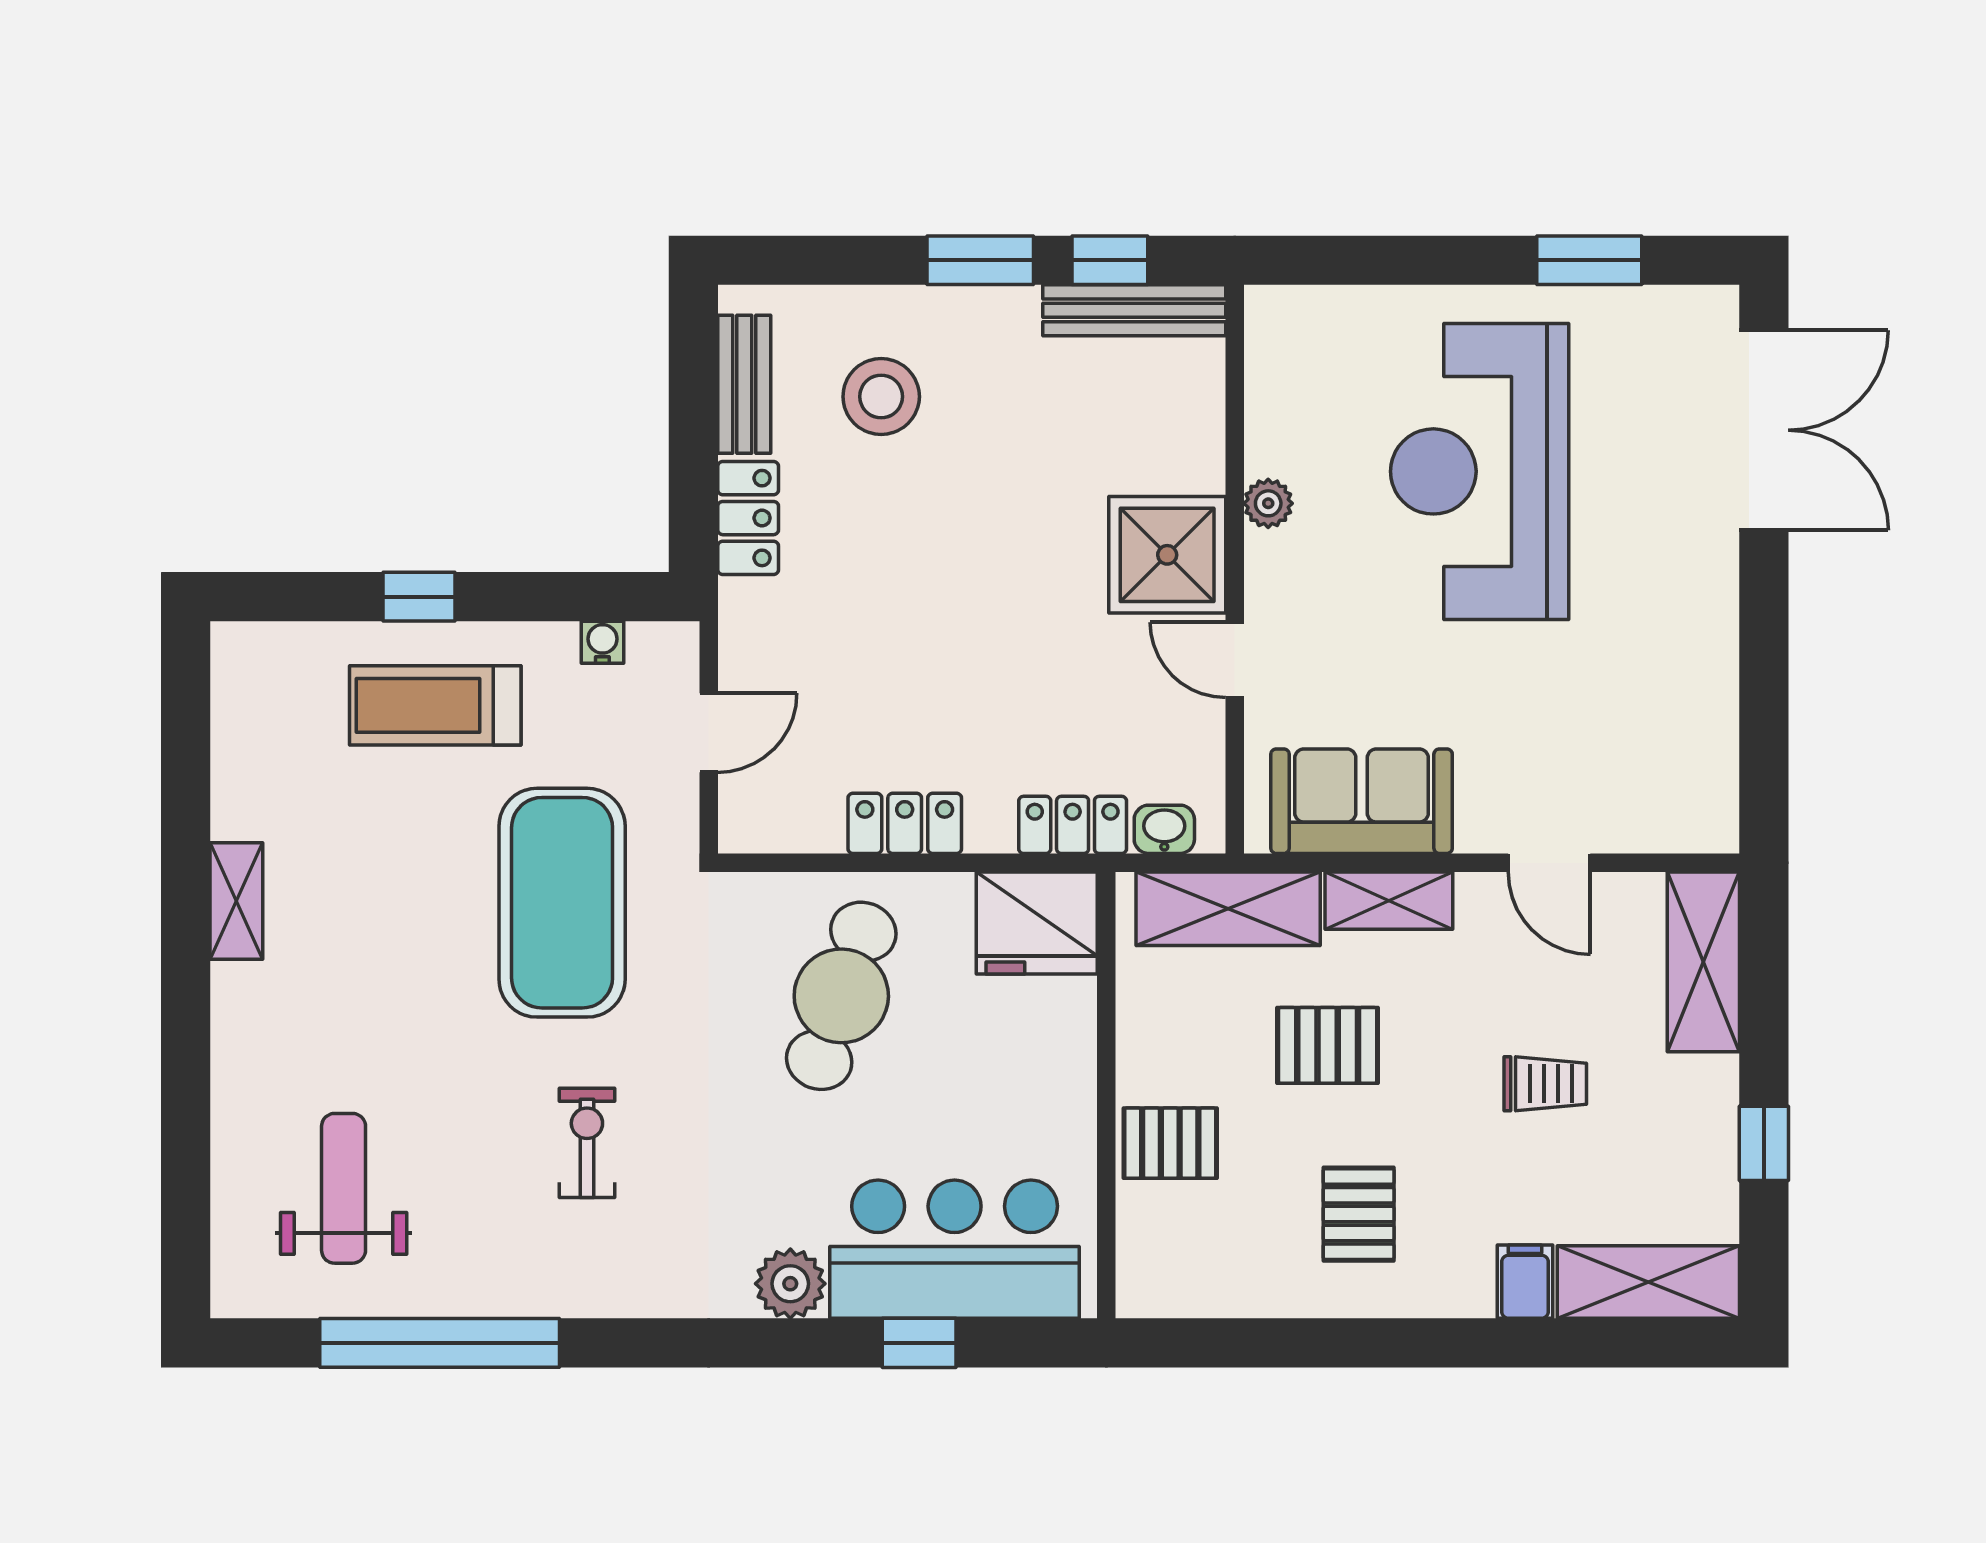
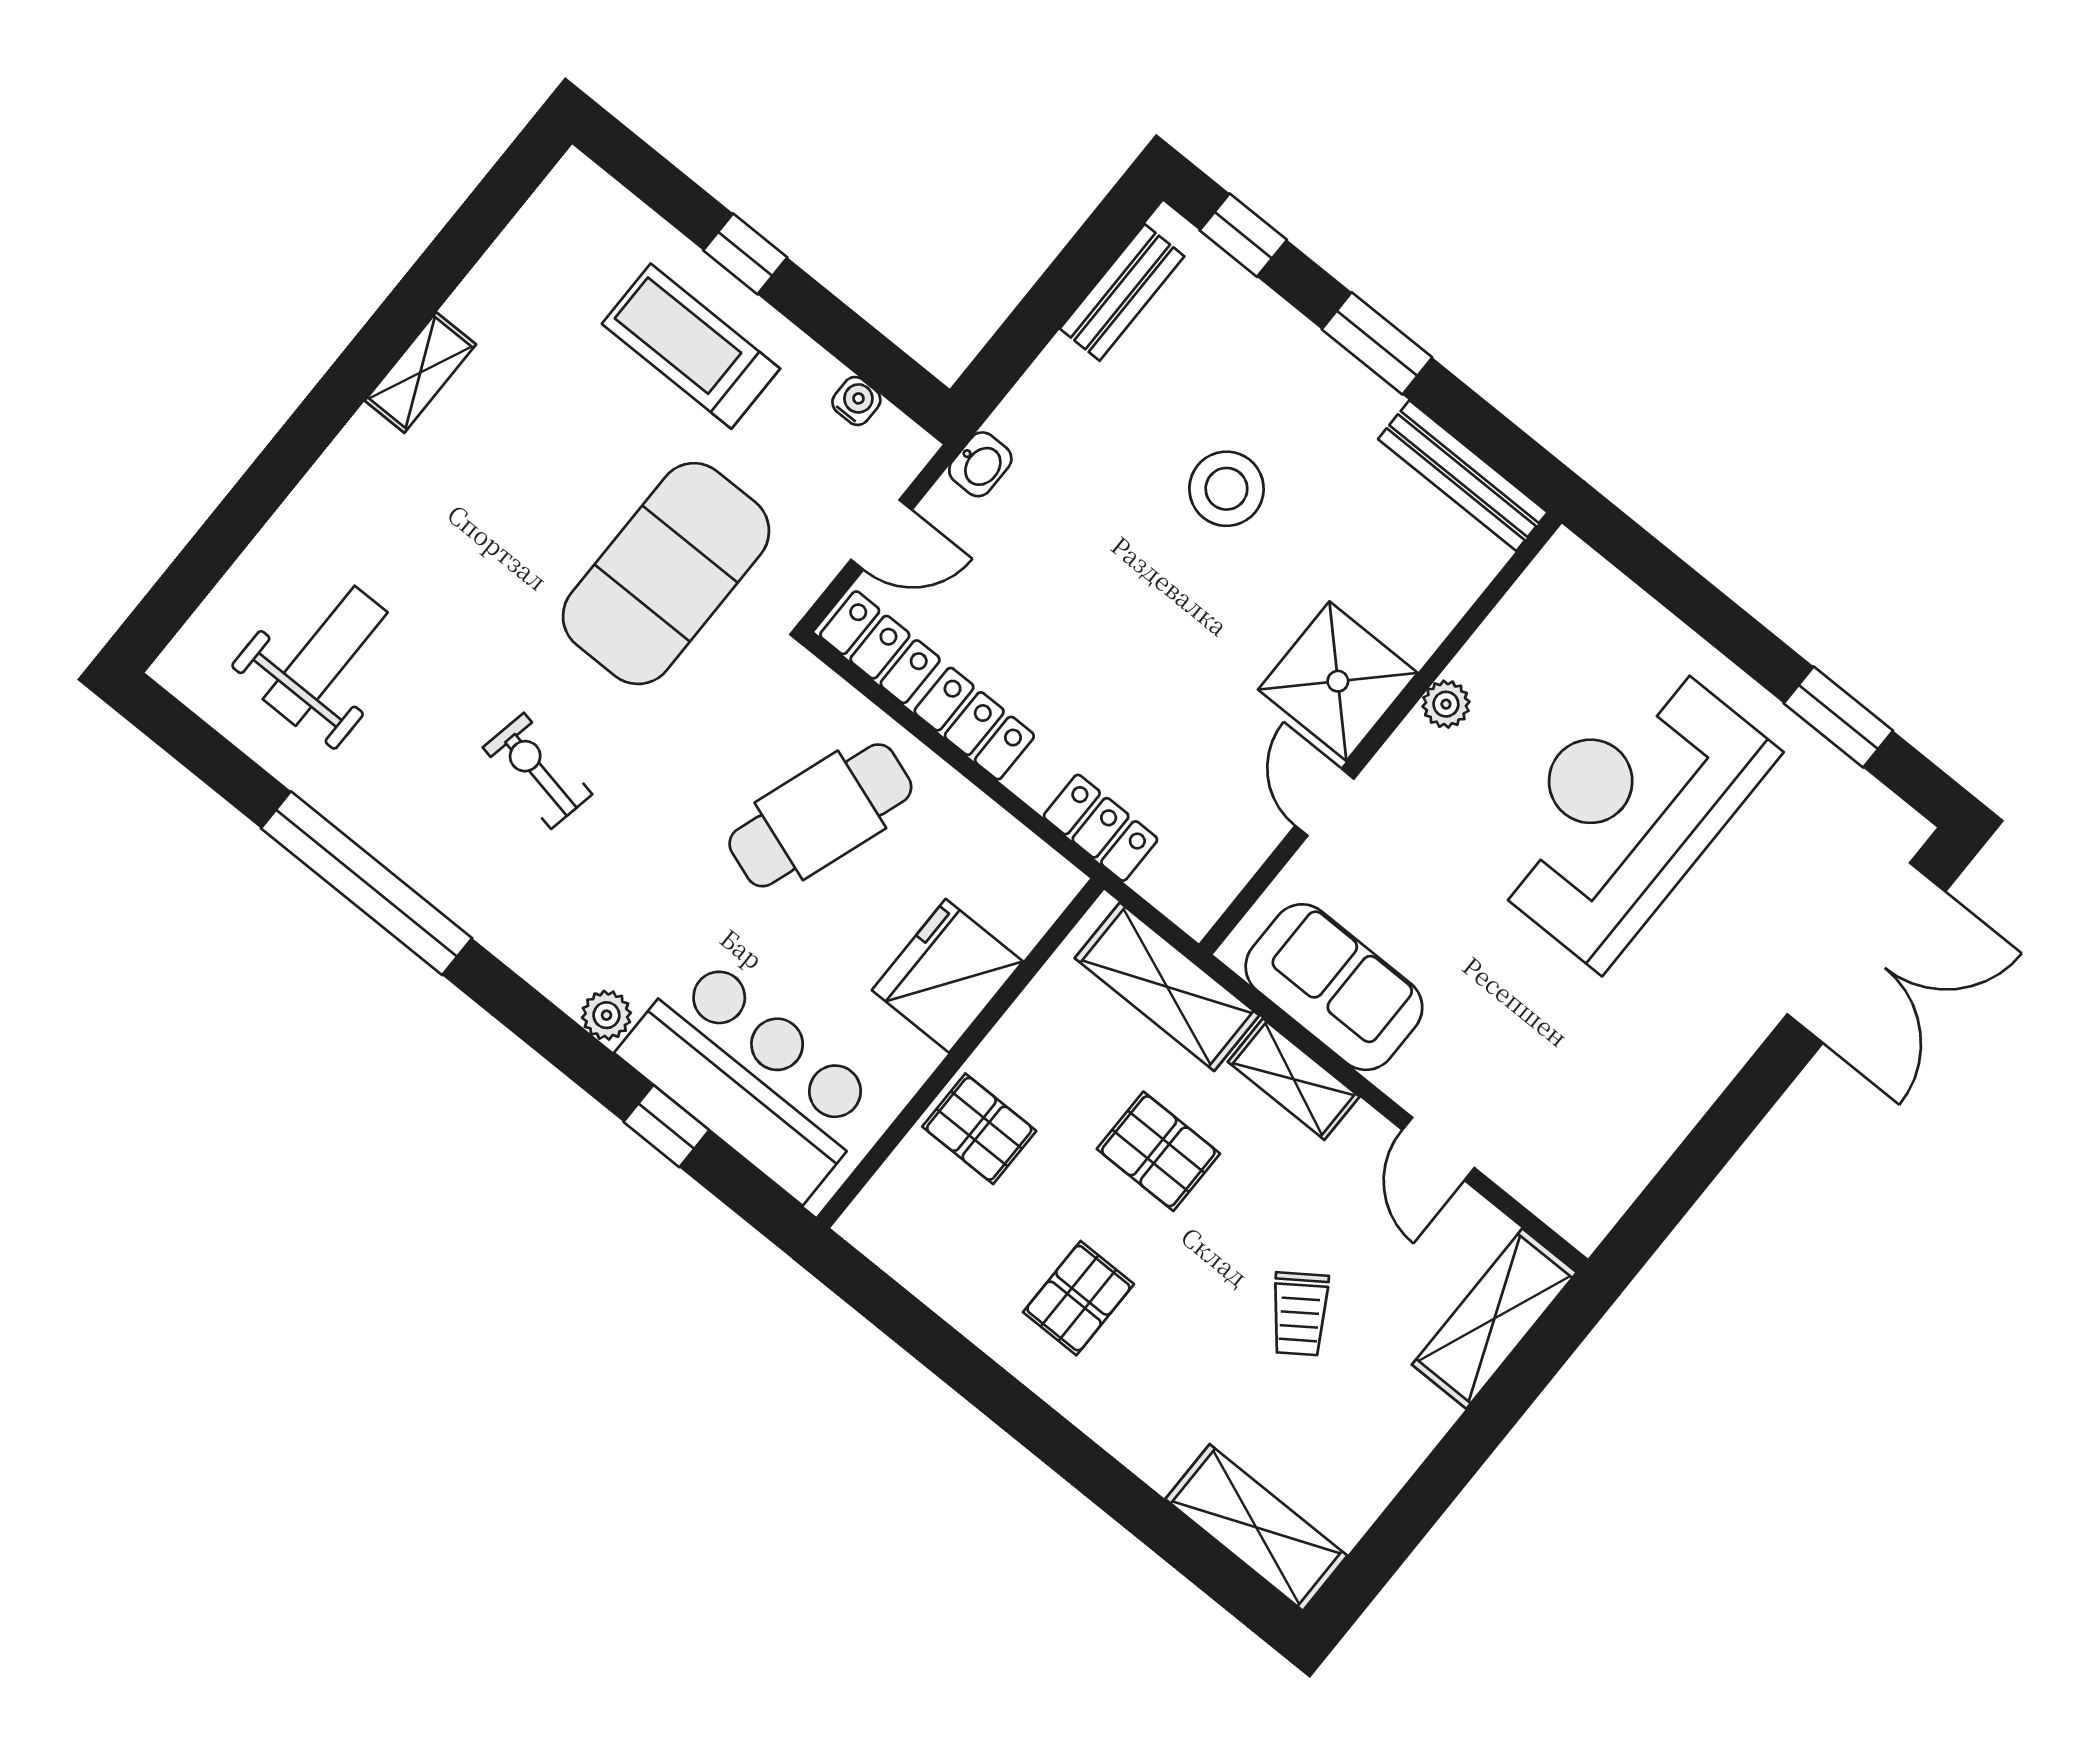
window: (1110, 260) -> (1243, 235), moved
stool: (881, 397) -> (1226, 489), moved
locker: (748, 518) -> (880, 647), moved, turned -90
washbasin: (1164, 829) -> (980, 464), moved, turned 90
fridge: (1037, 923) -> (947, 976), moved, turned 90
trolley: (1545, 1084) -> (1300, 1314), turned 55
exercise bike: (587, 1143) -> (537, 771), turned -79
window: (1764, 1143) -> (1429, 1493), removed
filing cabinet: (1525, 1282) -> (1163, 1451), removed
plant: (790, 1284) -> (606, 1015), width x0.73, depth x0.73
window: (440, 1343) -> (366, 883), moved

